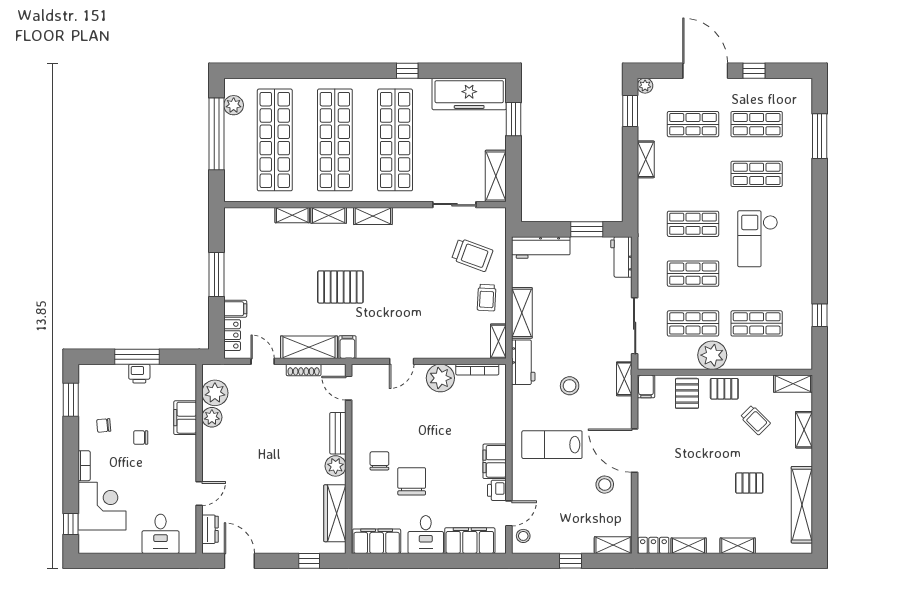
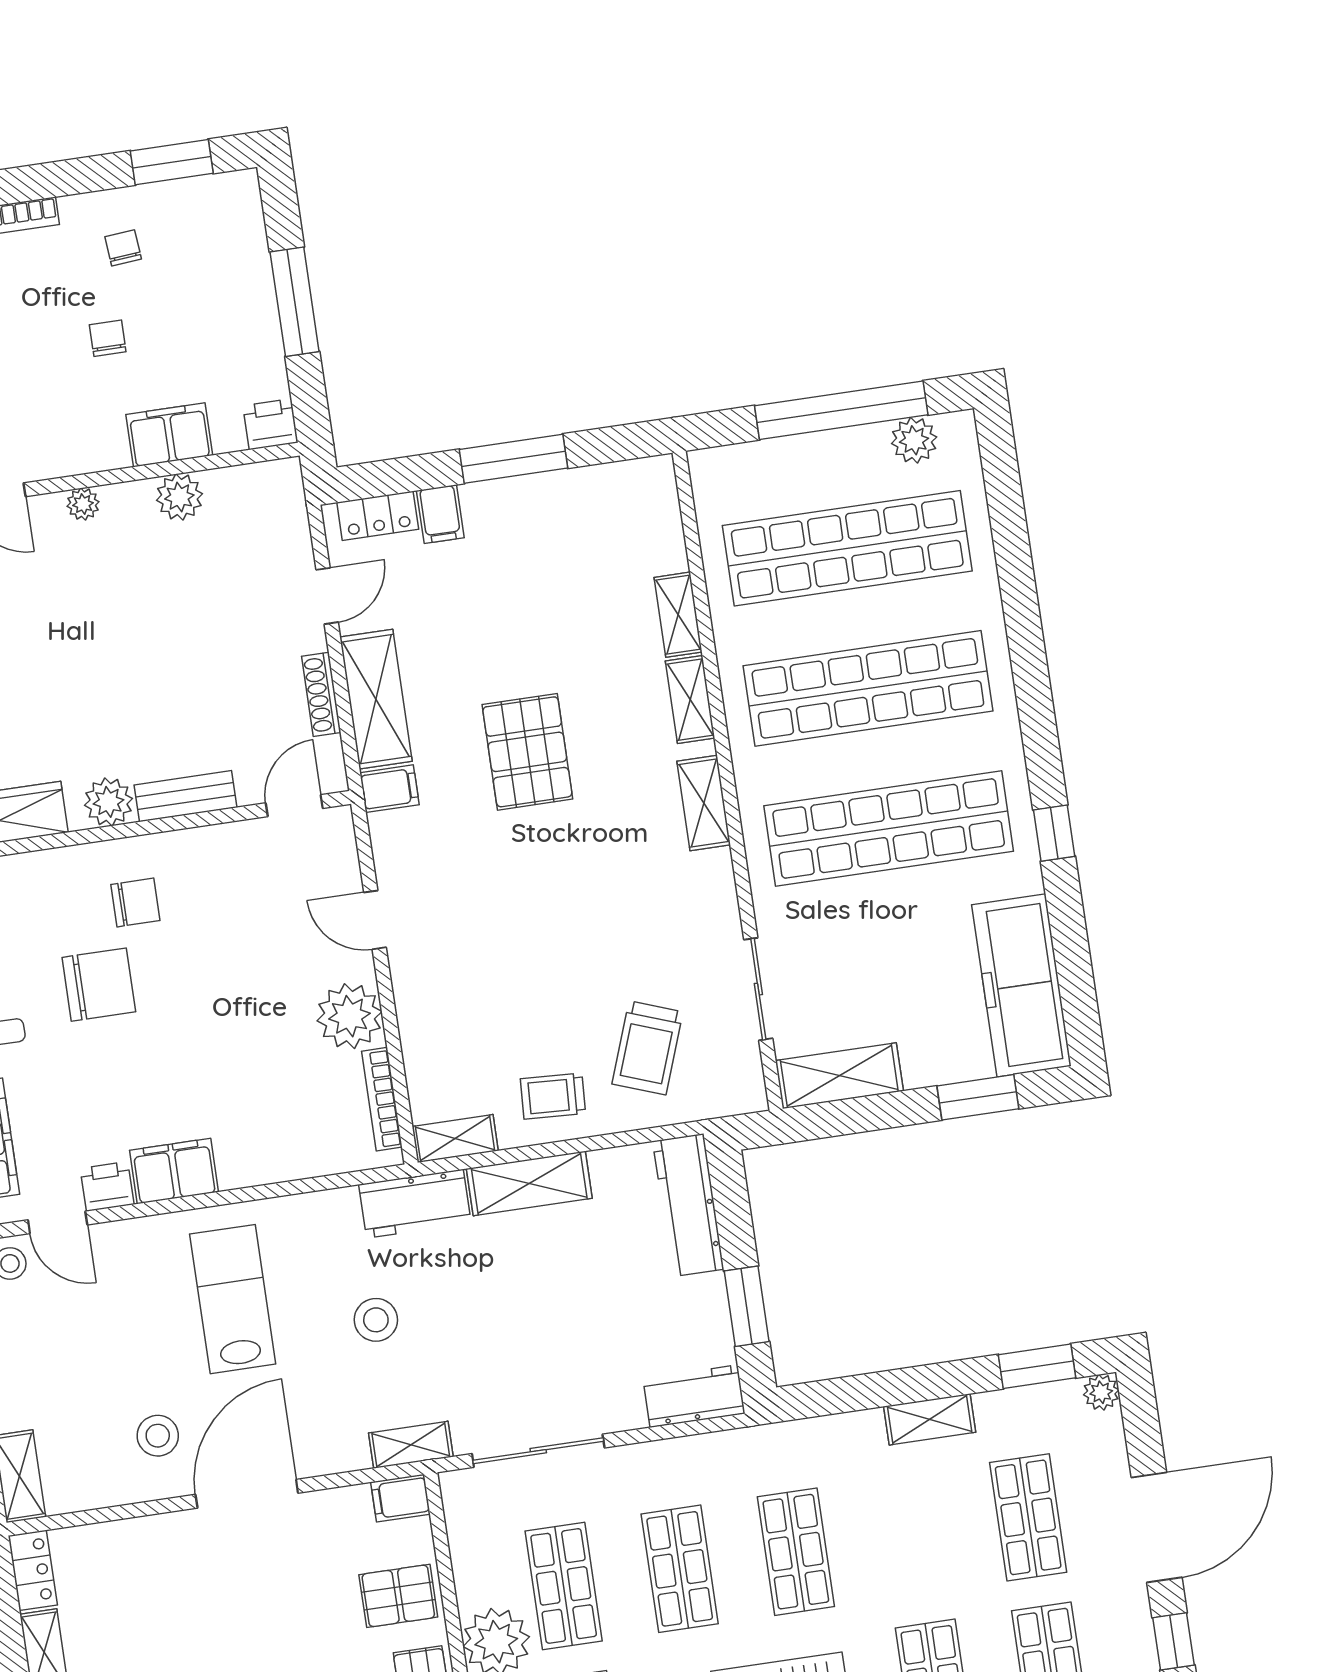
printer: (139, 374) -> (270, 424), moved, turned 90
plant: (215, 393) -> (83, 504), moved, width x0.53, depth x0.53

